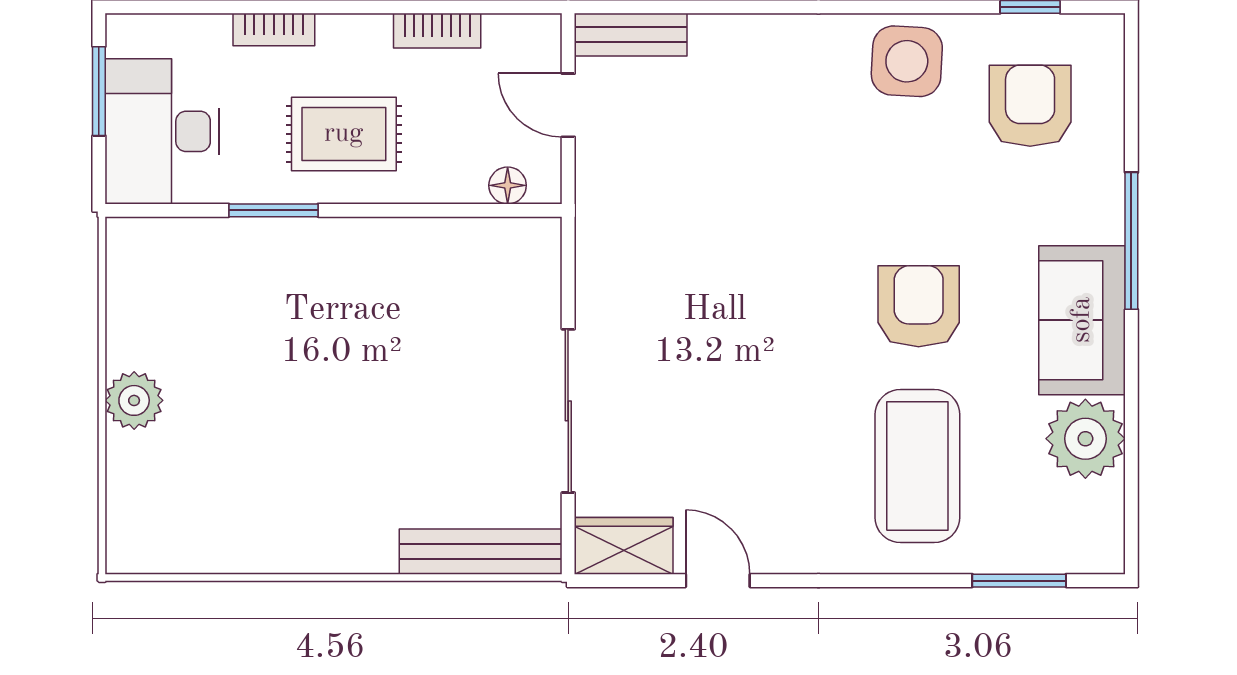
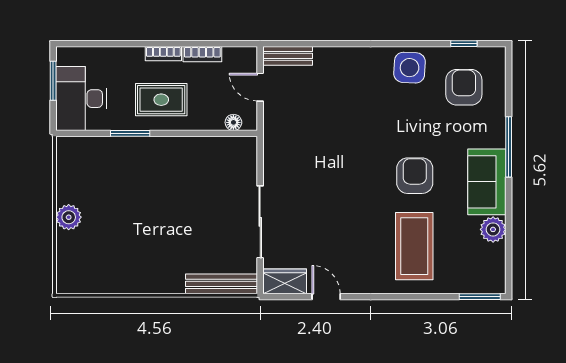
bookcase: (274, 29) -> (163, 54), moved
plant: (1085, 439) -> (493, 229), width x0.73, depth x0.73
window: (1019, 581) -> (480, 297), moved

